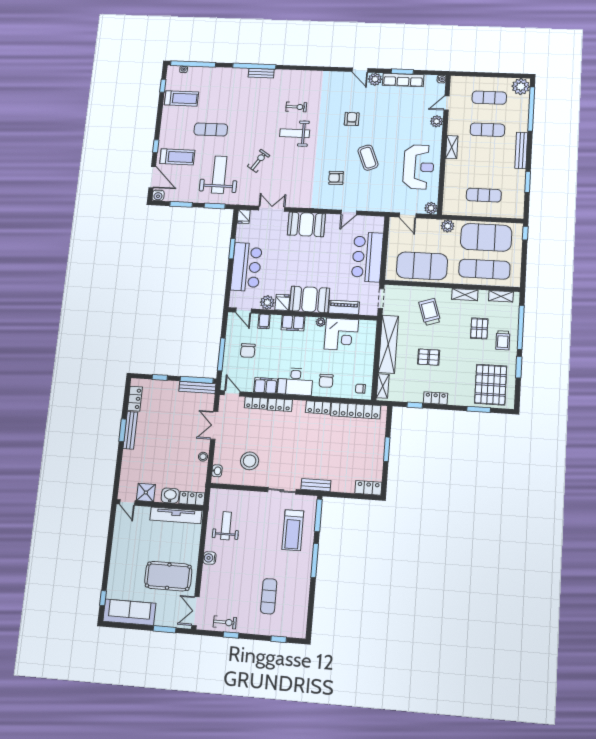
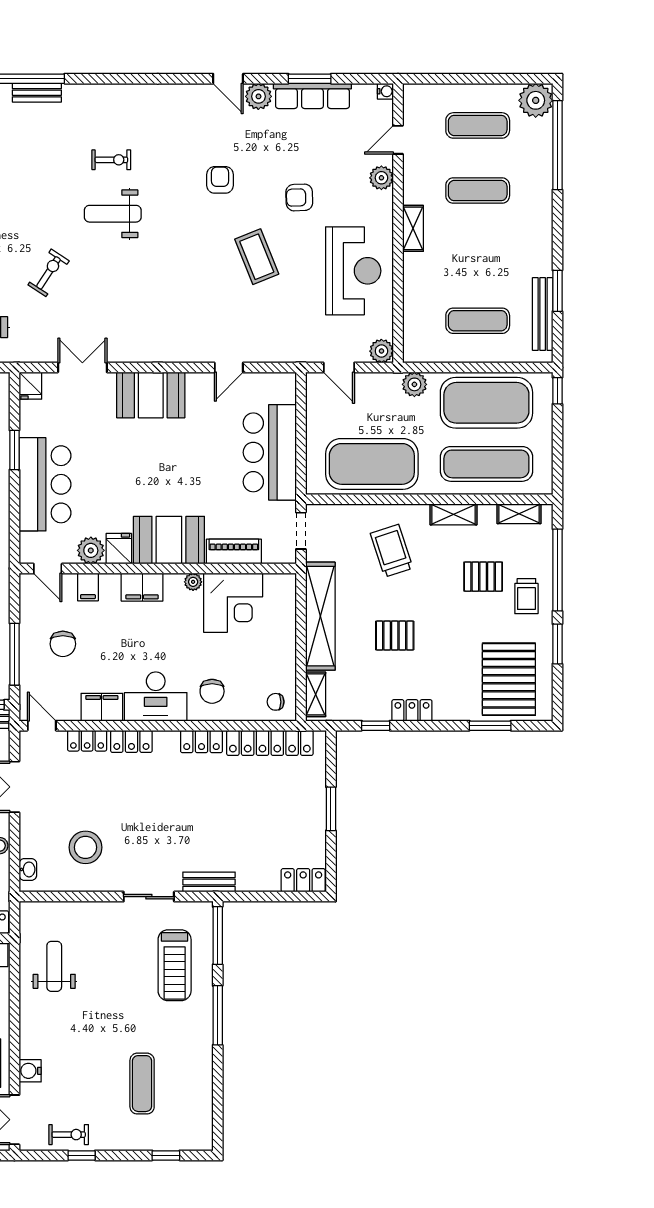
bench: (521, 150) -> (543, 314), moved
armchair: (336, 178) -> (299, 197), moved
pallet: (479, 328) -> (483, 577), turned 90
water cooler: (210, 558) -> (30, 1071), moved

